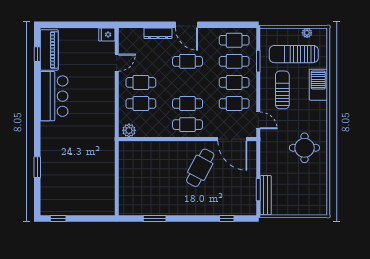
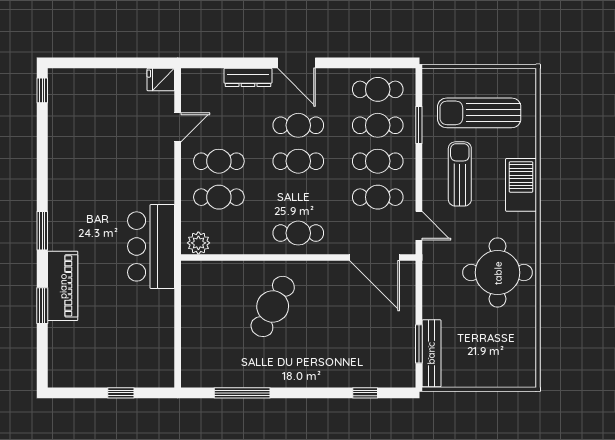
plant: (307, 33) -> (502, 77), removed
piano: (49, 50) -> (63, 286), moved
window: (37, 54) -> (42, 90), moved
barbecue: (318, 85) -> (521, 185), moved
bar counter: (54, 96) -> (151, 246), moved, turned 180
cafe table: (188, 104) -> (298, 161), moved
window: (37, 123) -> (42, 231), added
round table: (304, 148) -> (498, 273), width x1.36, depth x1.36
cafe table: (200, 168) -> (273, 306), moved
window: (58, 218) -> (121, 393), moved
window: (155, 218) -> (242, 393), width x1.44

